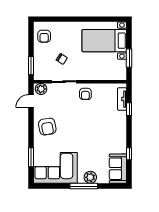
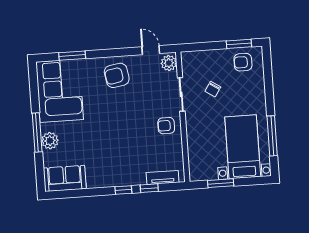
window: (98, 19) -> (272, 136), added
window: (31, 66) -> (239, 44), moved
window: (129, 154) -> (123, 190), moved

